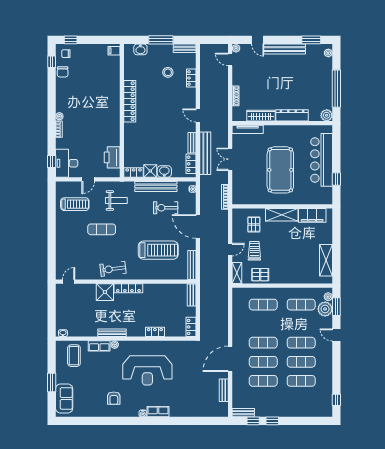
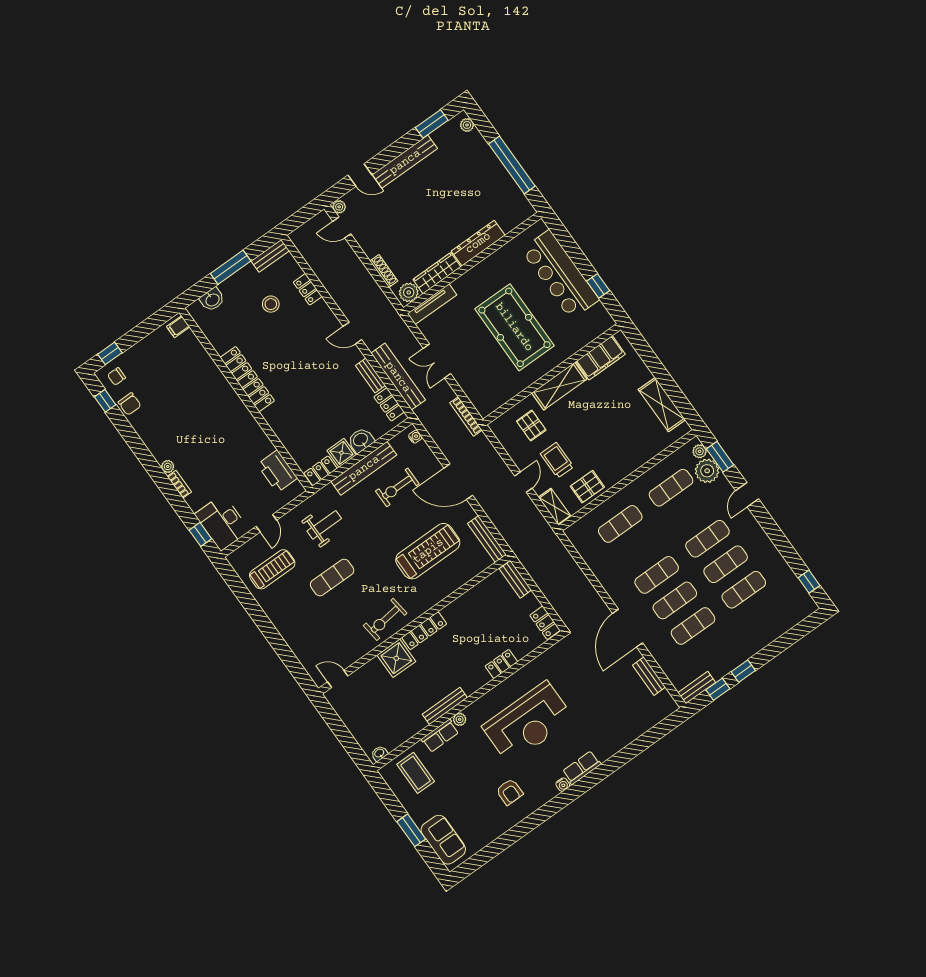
plant: (327, 115) -> (409, 292), moved
door: (69, 282) -> (338, 679), hinge flipped
door: (336, 335) -> (747, 495), hinge flipped

